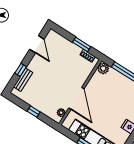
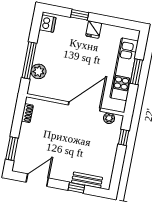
window: (82, 44) -> (12, 149), moved
plant: (103, 68) -> (39, 71), moved
window: (34, 112) -> (124, 137), moved

